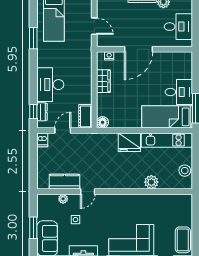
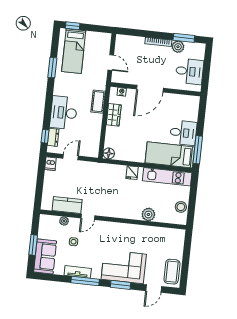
cot: (85, 116) -> (98, 102), moved
fridge: (129, 142) -> (132, 173), width x0.53, depth x0.75

